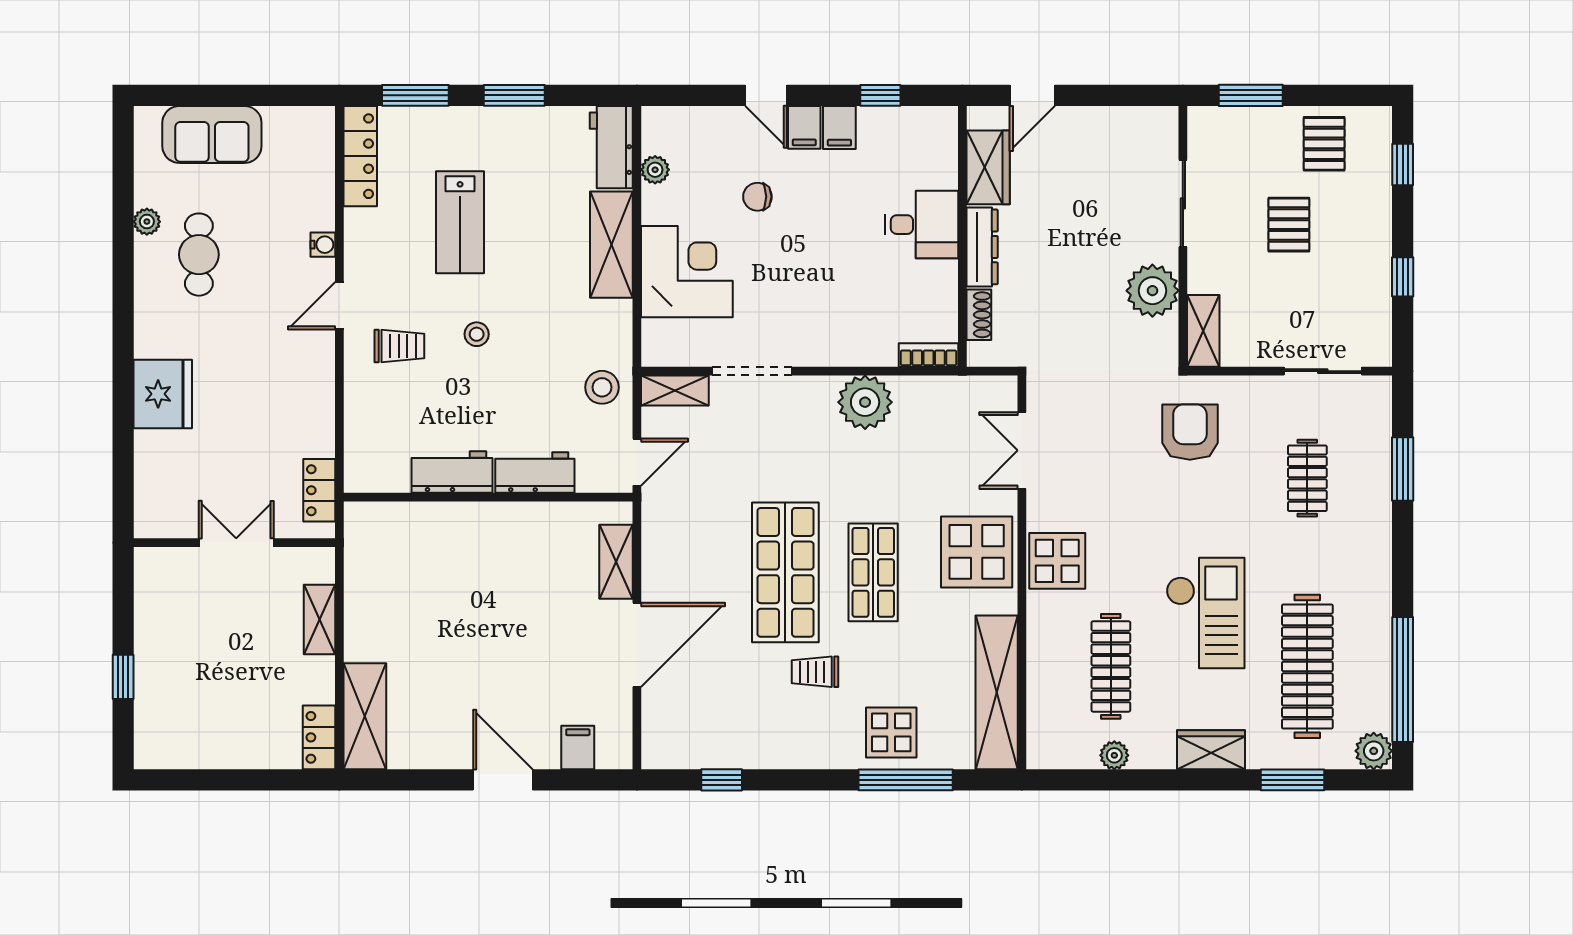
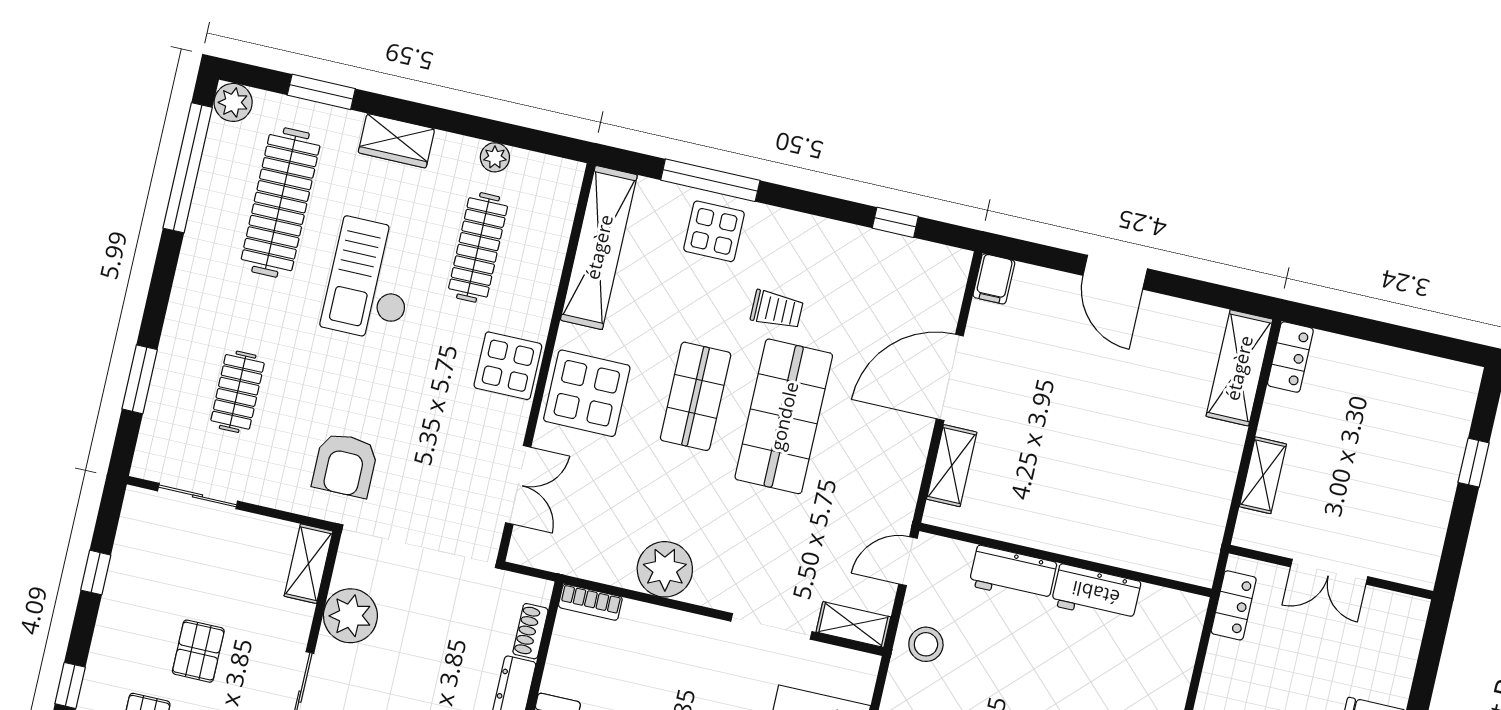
filing cabinet: (578, 748) -> (994, 279), moved

